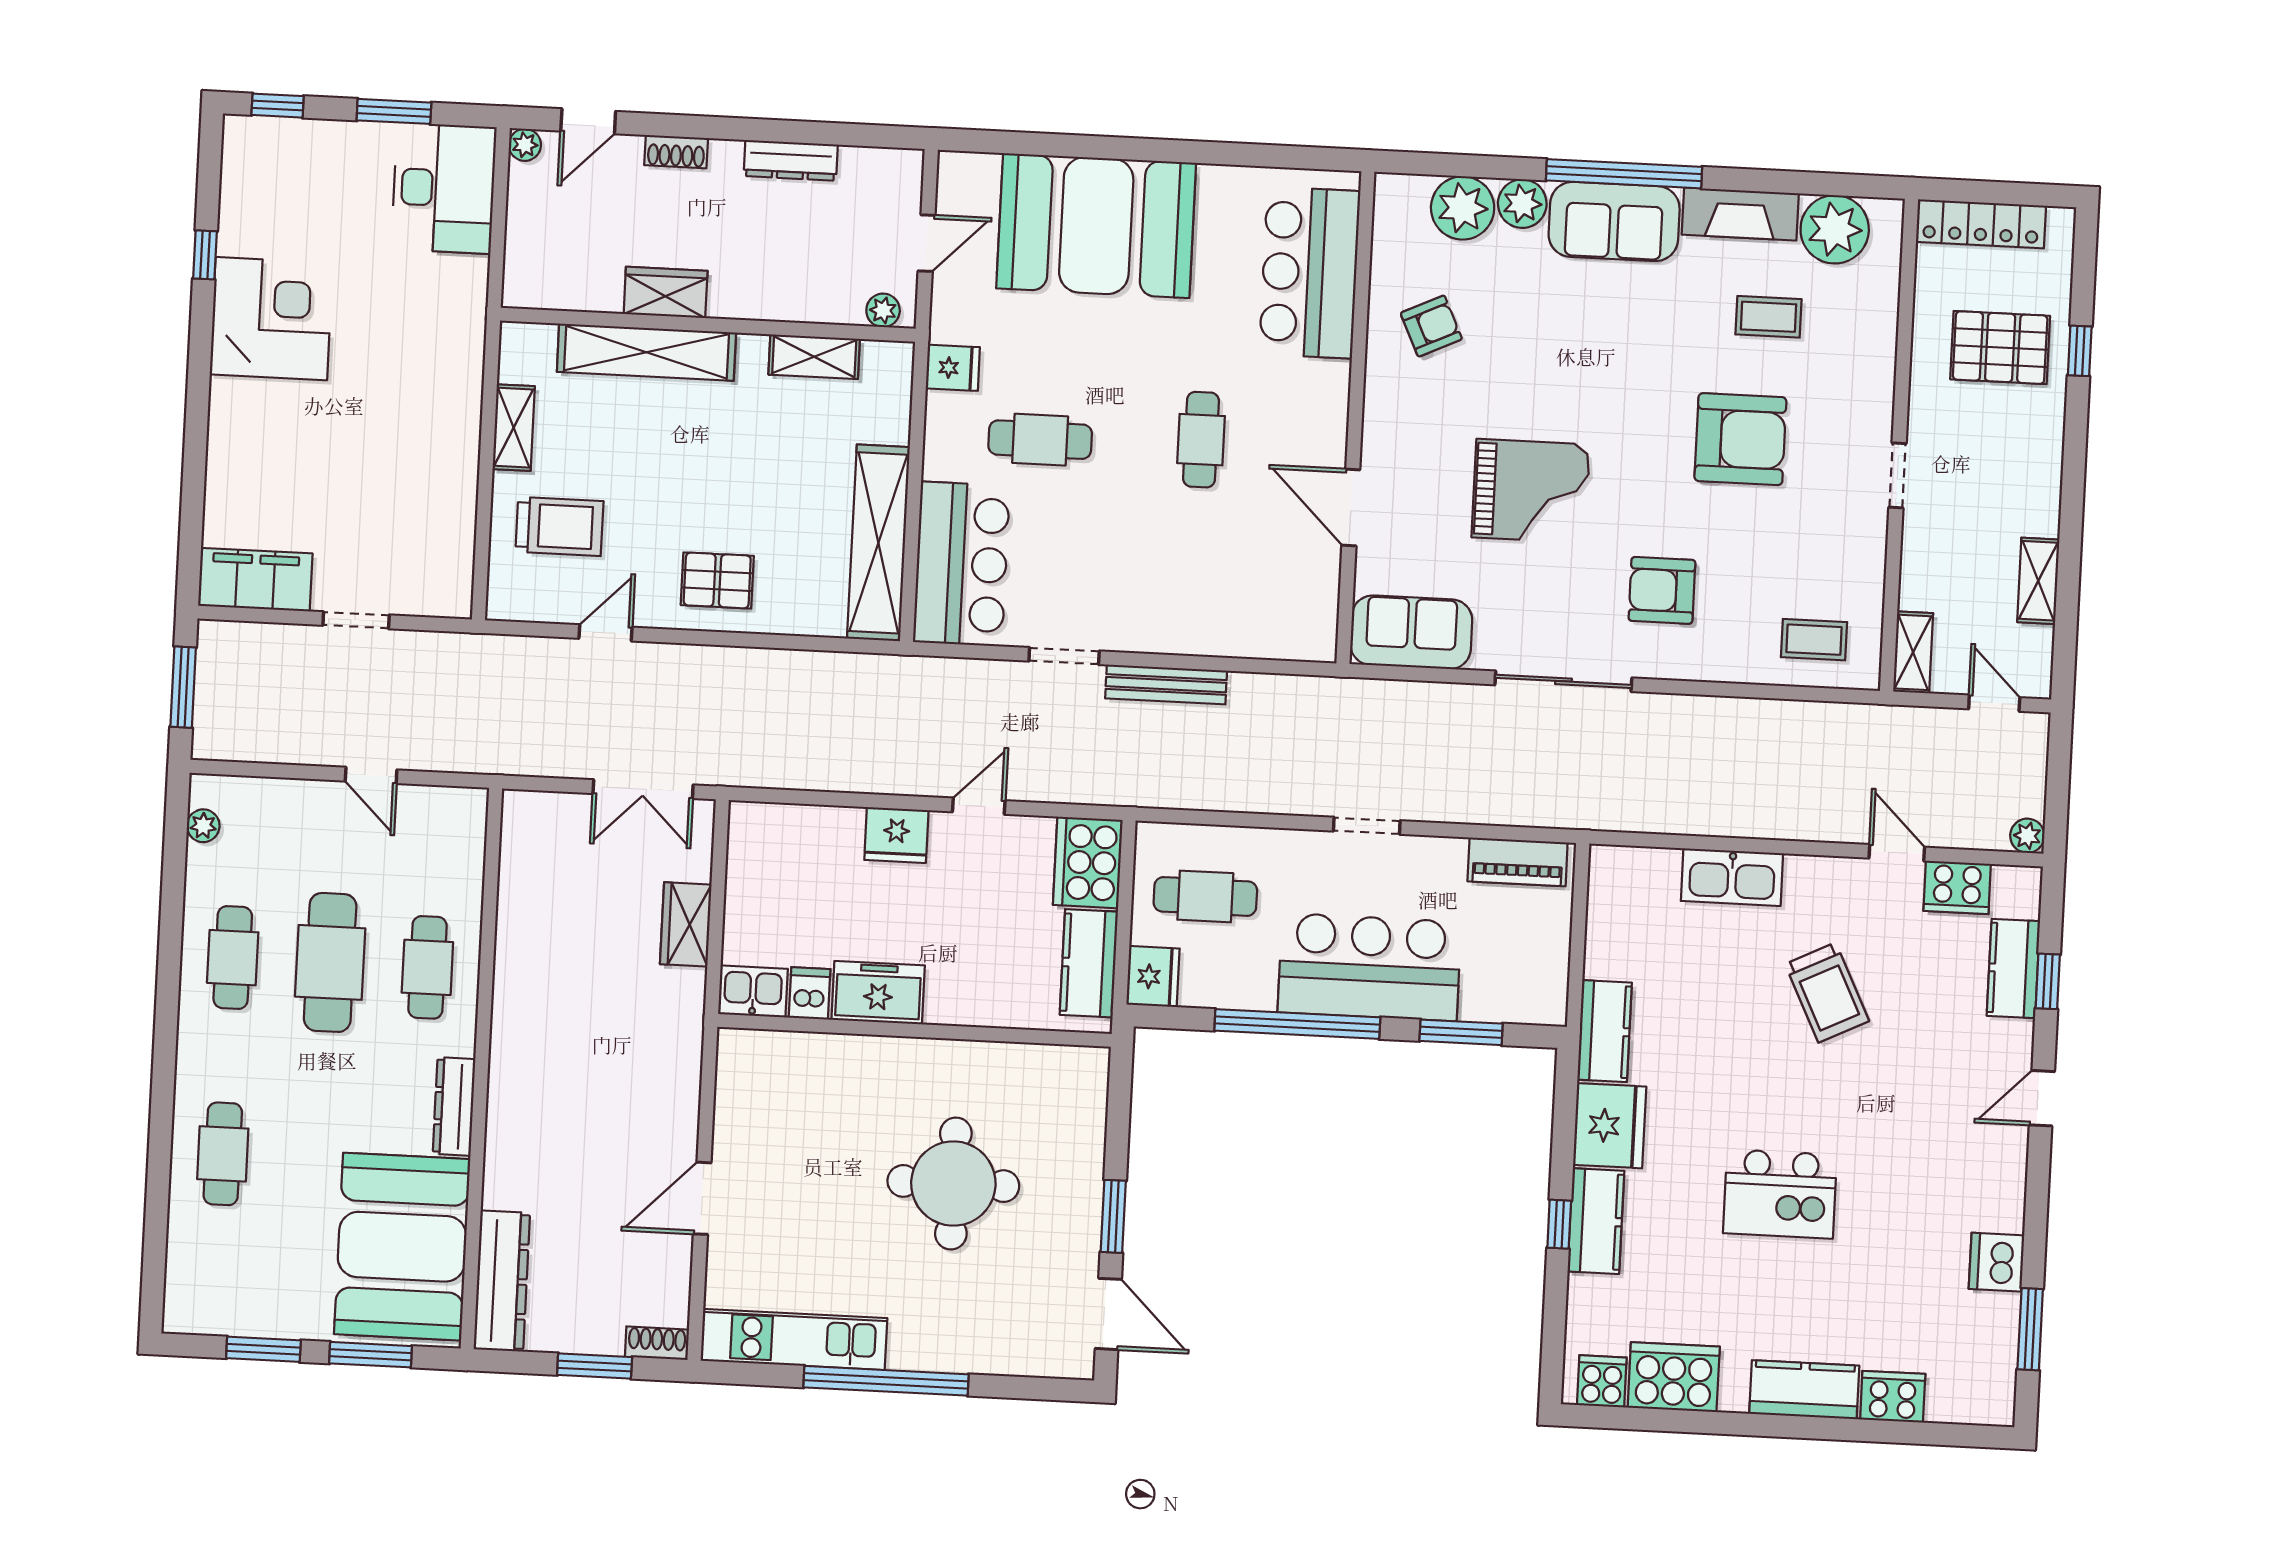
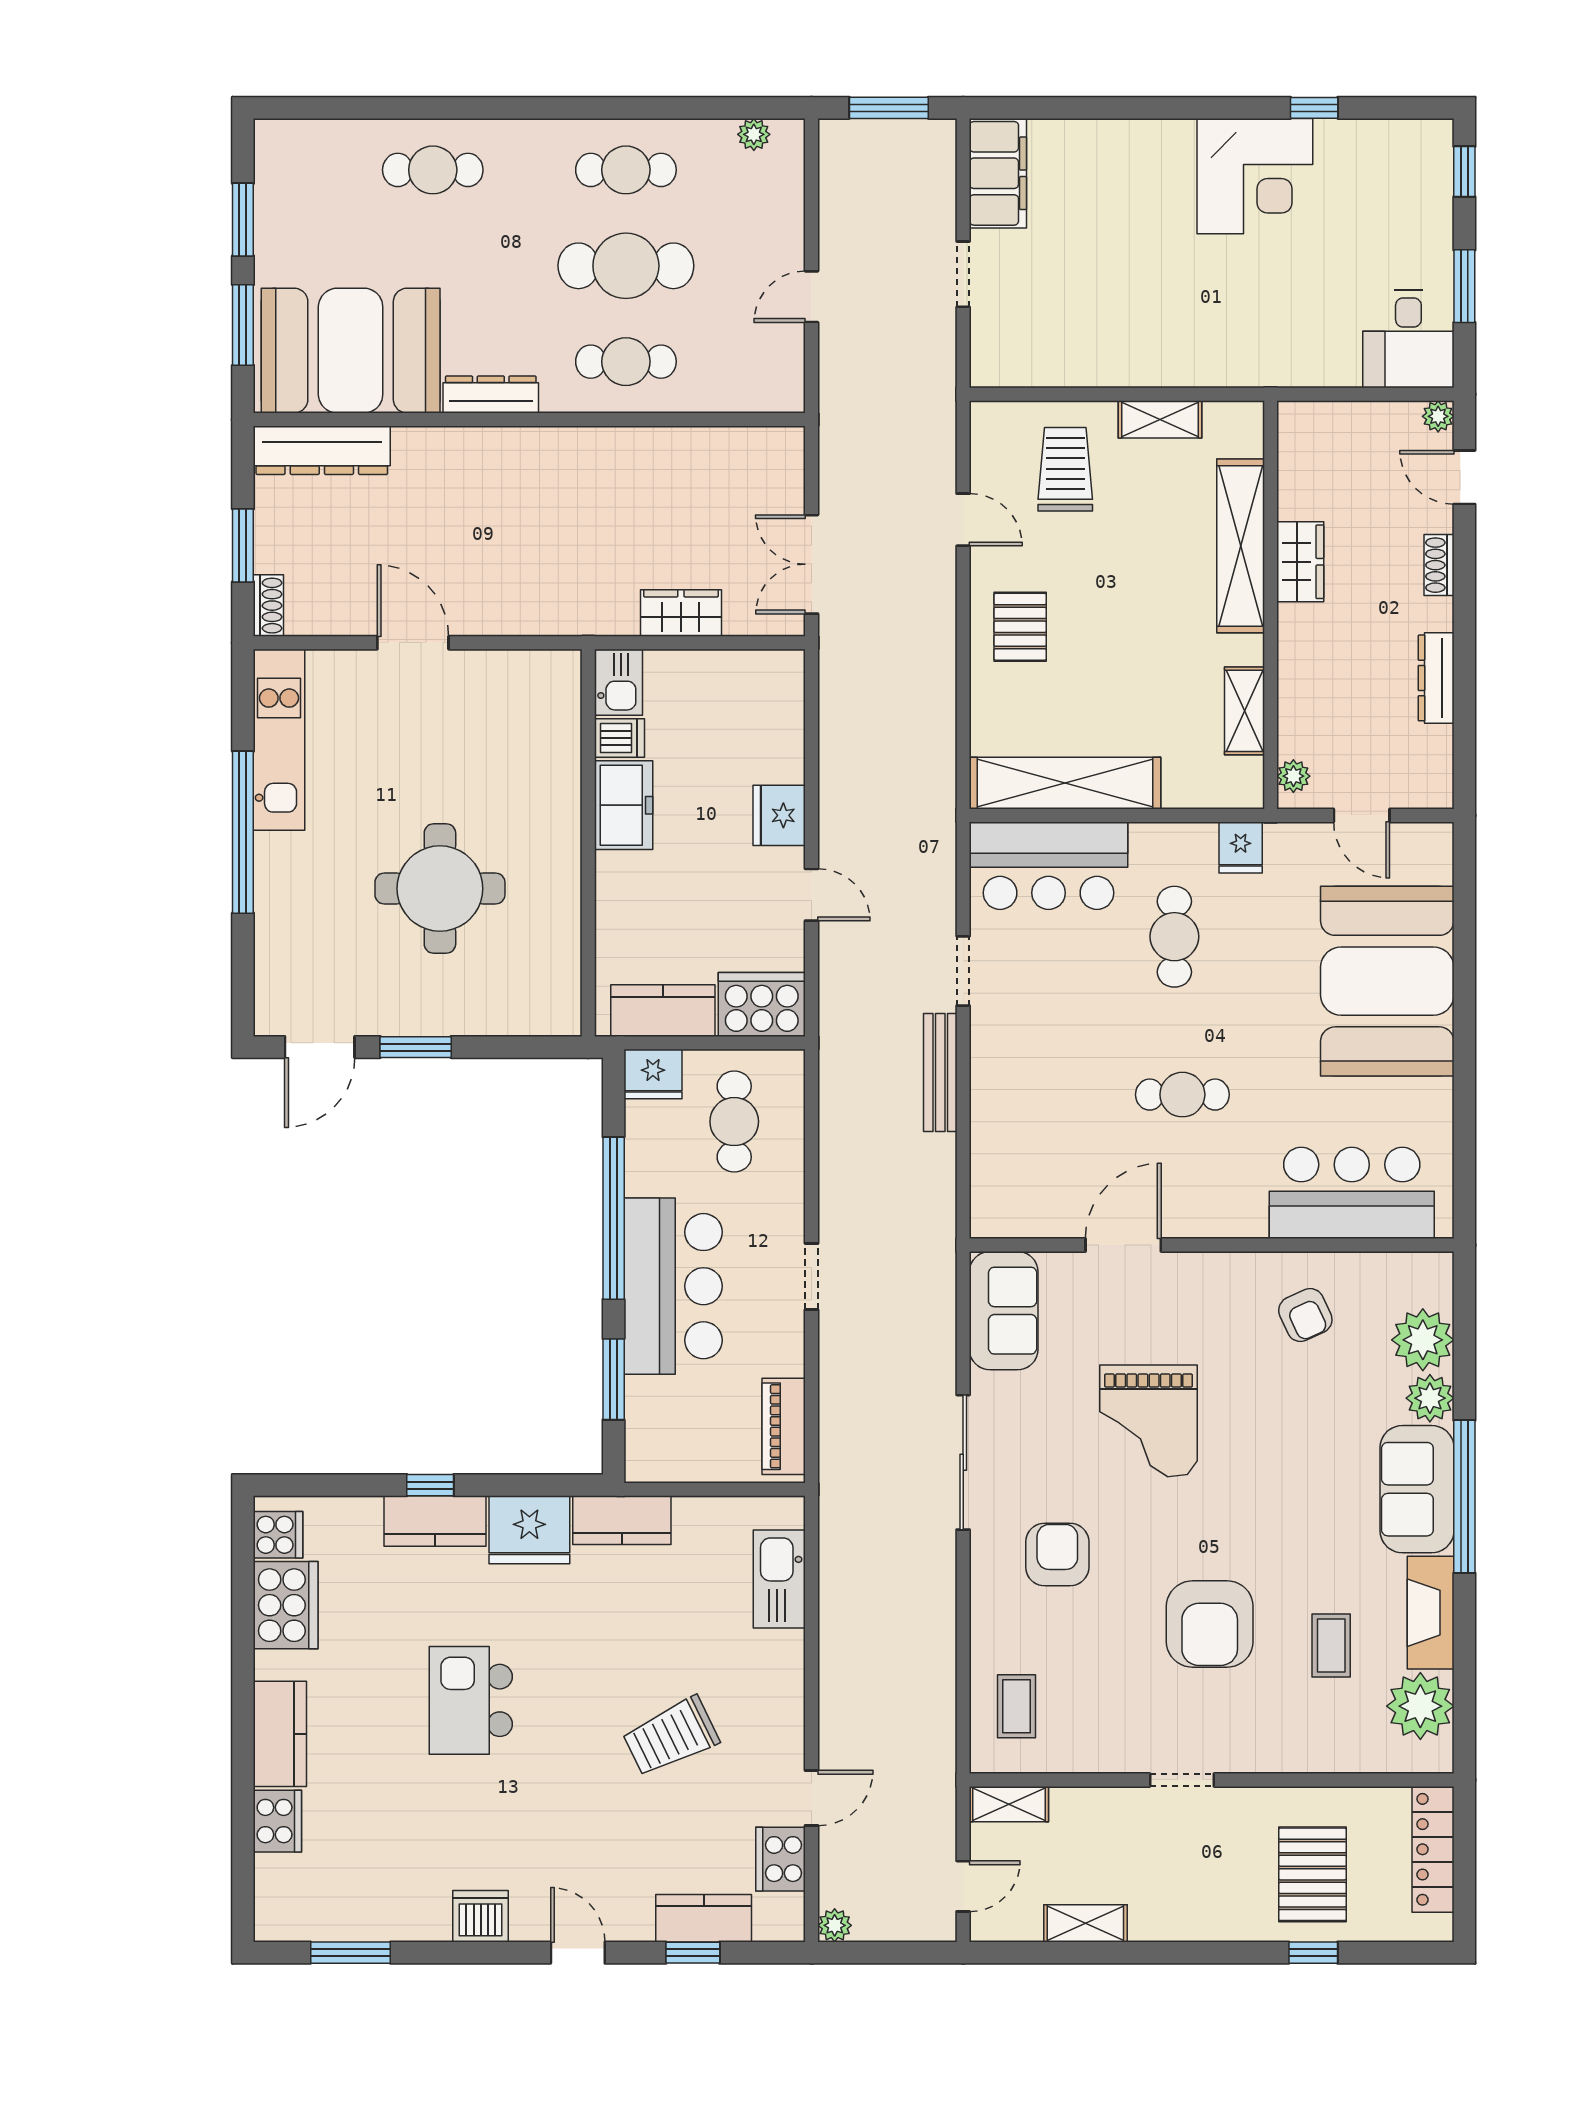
desk: (444, 188) -> (1408, 339), width x0.73
trolley: (559, 526) -> (1065, 469), turned 180
kitchen sink: (1732, 877) -> (779, 1579), moved
dishwasher: (1996, 1262) -> (481, 1916), moved

